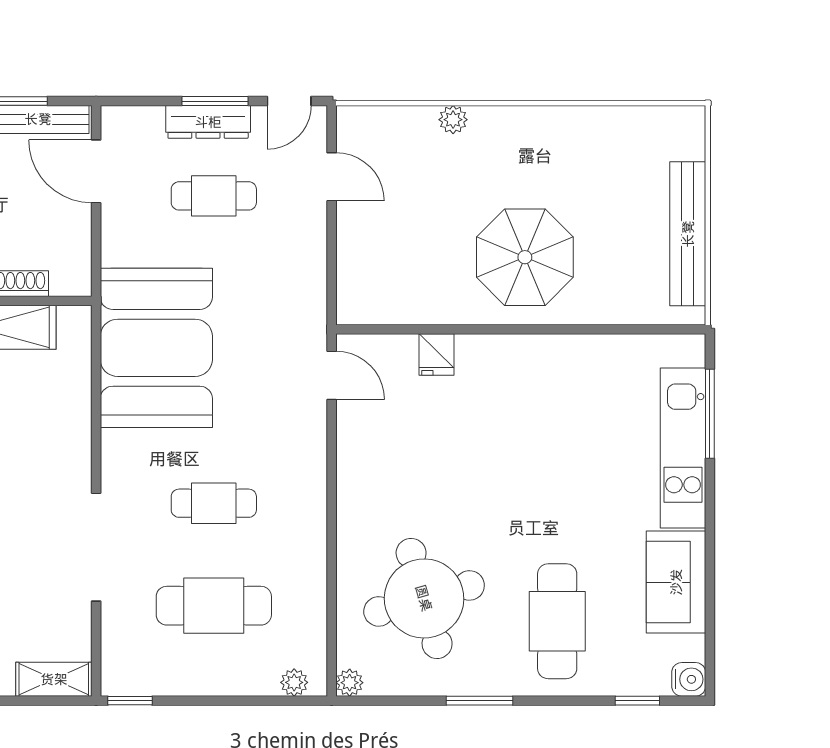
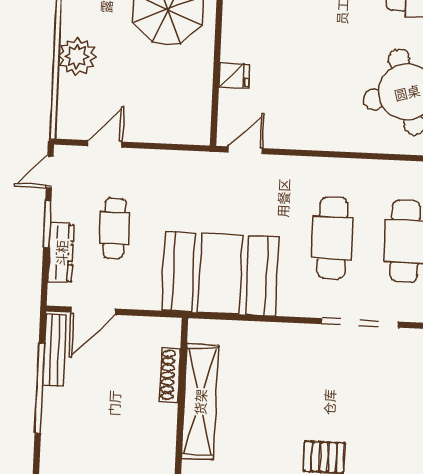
door: (289, 101) -> (50, 172), swing flipped
plant: (453, 120) -> (77, 56), width x1.88, depth x1.88
dresser: (208, 122) -> (61, 253), moved
cafe table: (214, 503) -> (332, 238), width x1.37, depth x1.35

